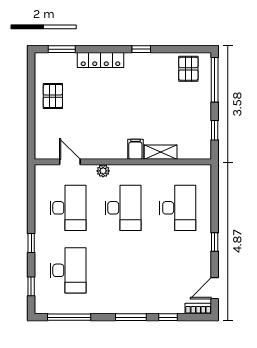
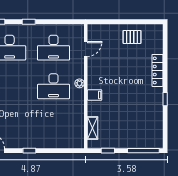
window: (62, 49) -> (165, 43), removed
pallet: (188, 69) -> (151, 132), removed
shelving: (161, 152) -> (93, 128), moved
plant: (103, 171) -> (80, 83), moved
desk: (178, 208) -> (53, 125), removed

